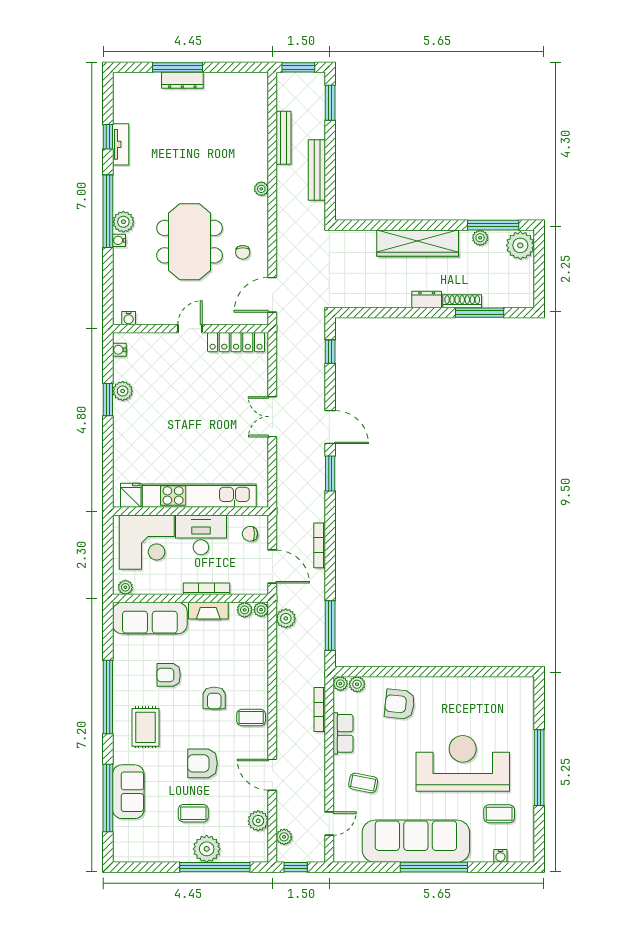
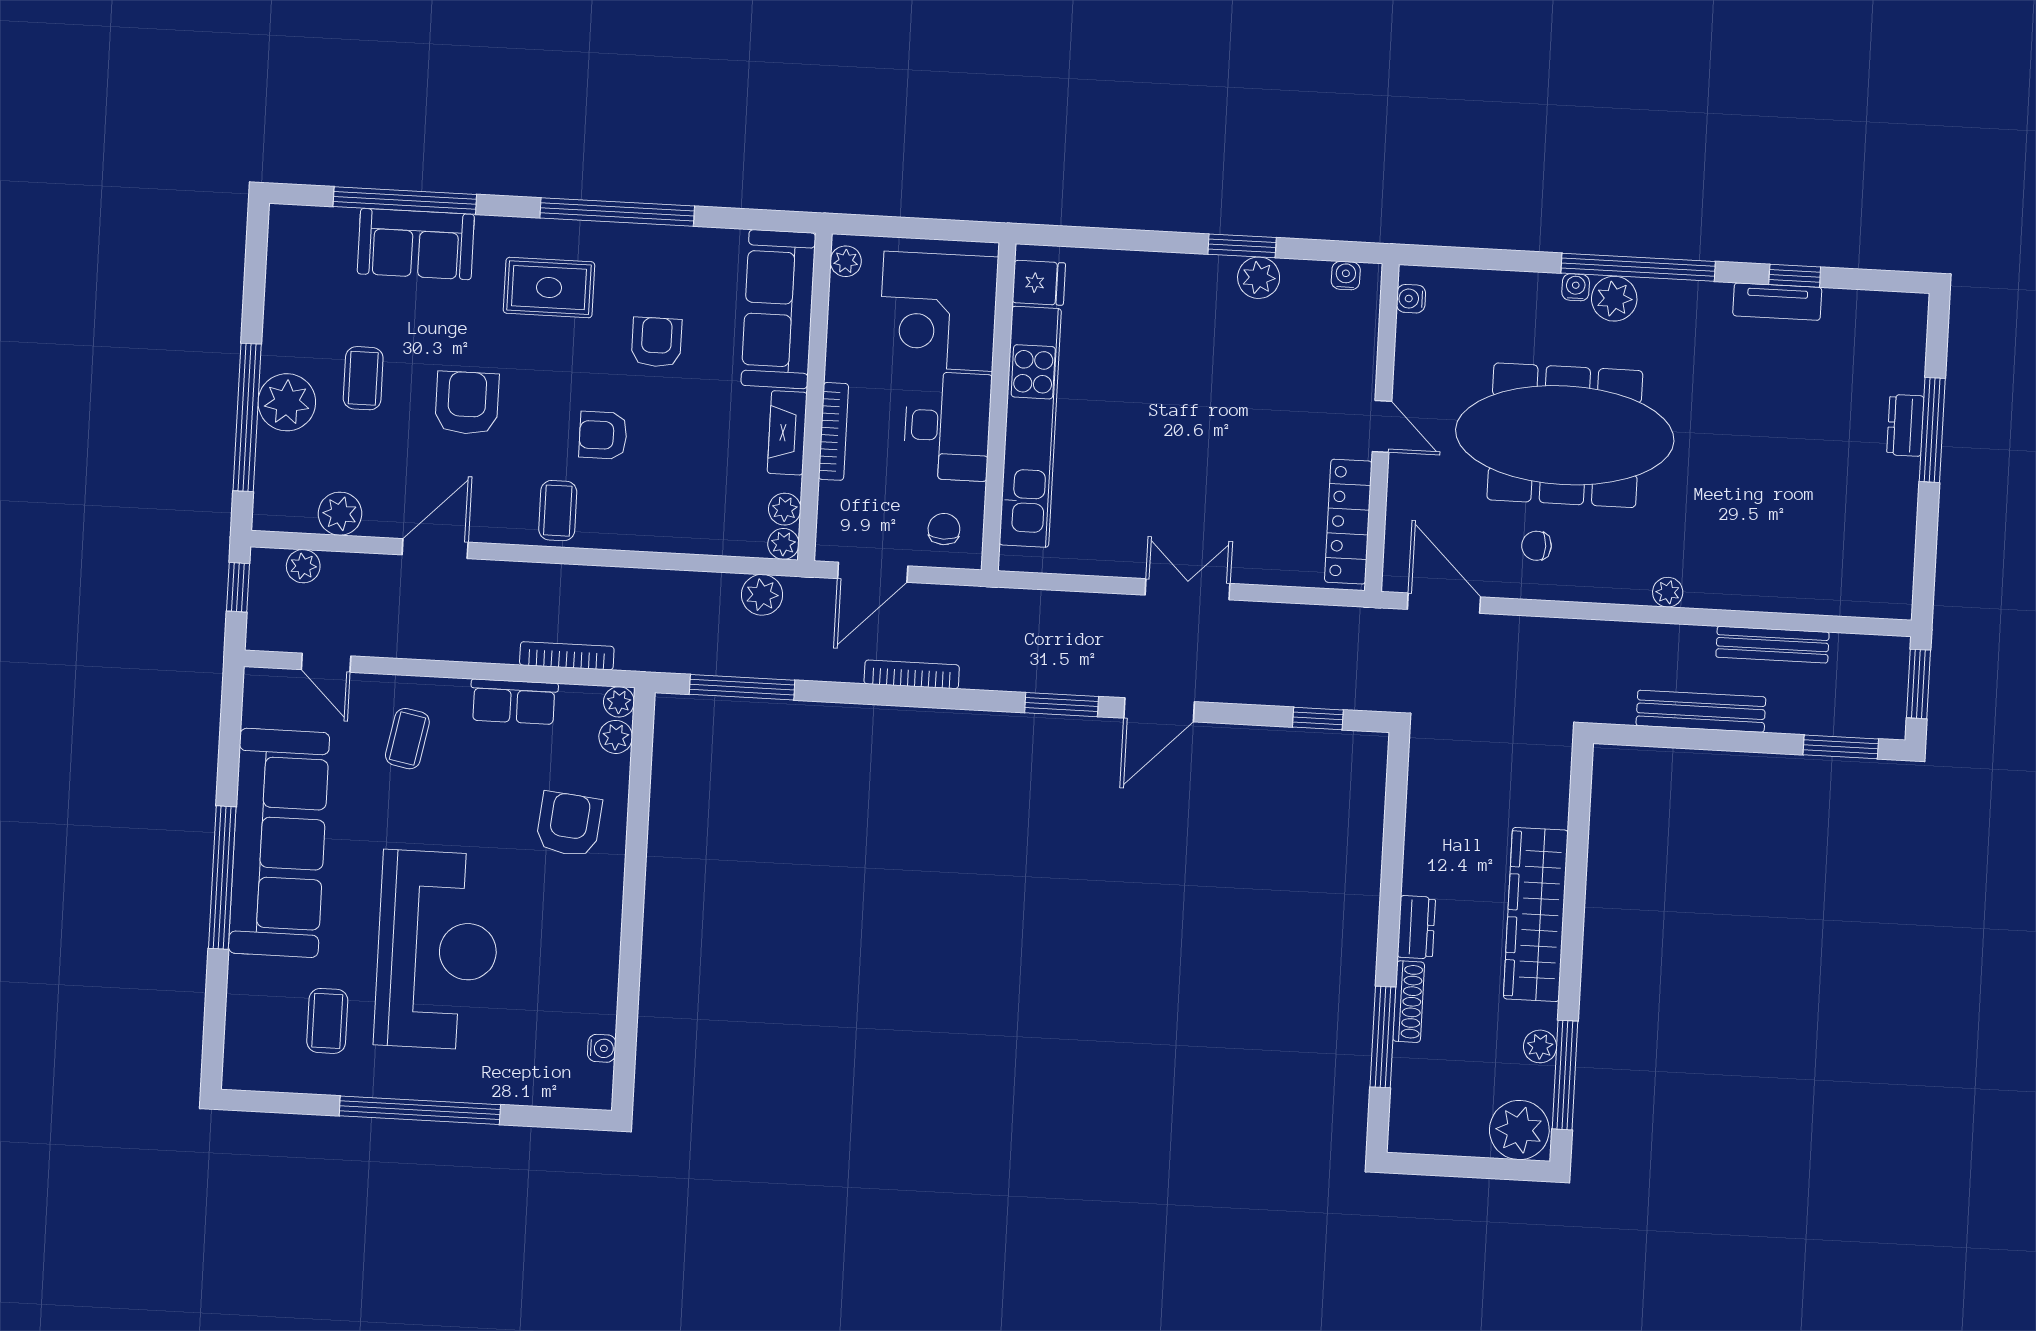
dresser: (182, 80) -> (1905, 425), width x0.70
meeting table: (189, 242) -> (1565, 435), width x1.36
water cooler: (500, 856) -> (602, 1048), moved, turned 180

